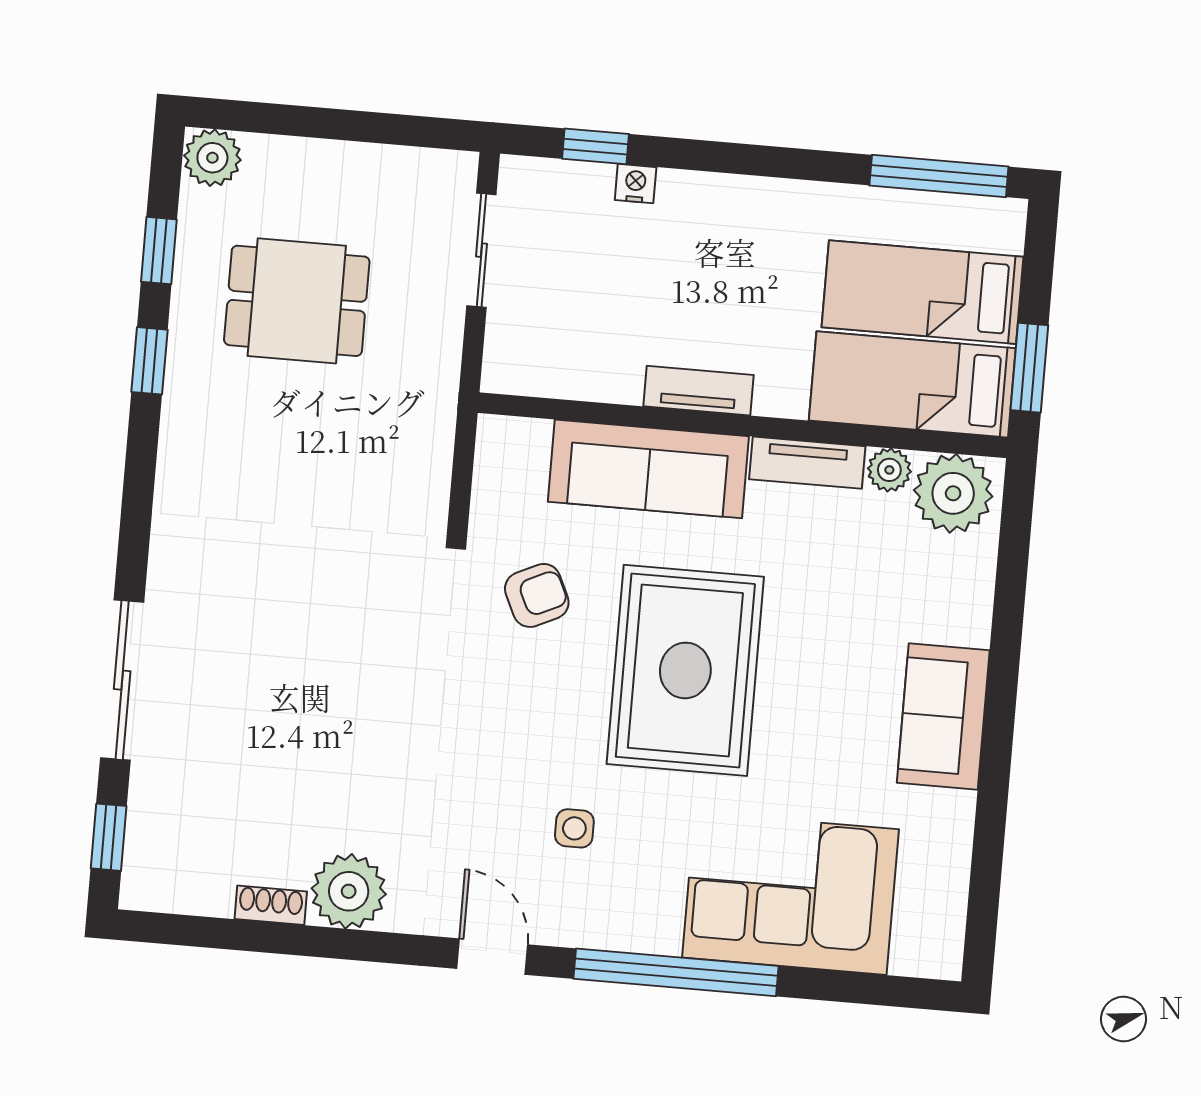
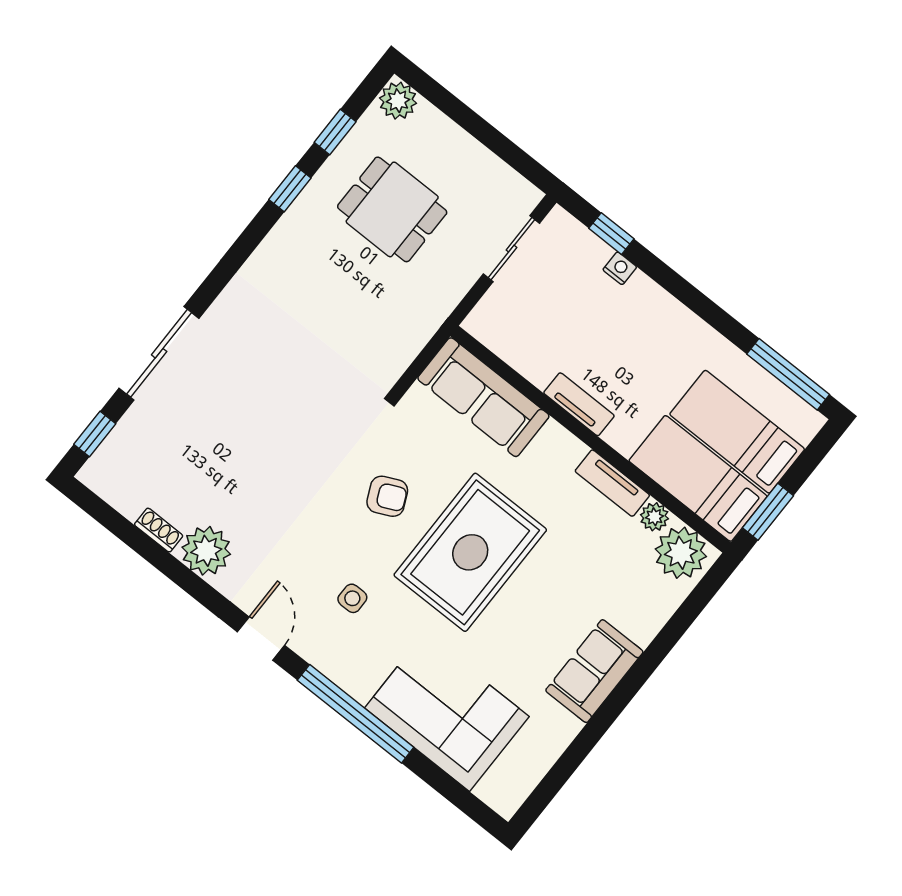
sofa: (648, 469) -> (483, 397), moved
armchair: (537, 595) -> (387, 496), moved

